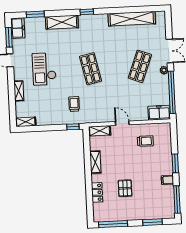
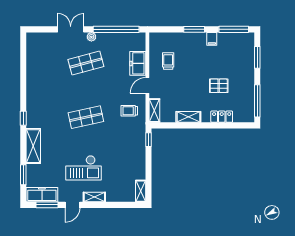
shelving: (132, 19) -> (33, 69), removed
freezer: (18, 28) -> (42, 195), width x1.40
shop shelf: (140, 66) -> (86, 63), turned -36
shelving: (19, 91) -> (94, 197), moved
trolley: (74, 104) -> (129, 111), moved
freezer: (159, 113) -> (138, 63), moved

